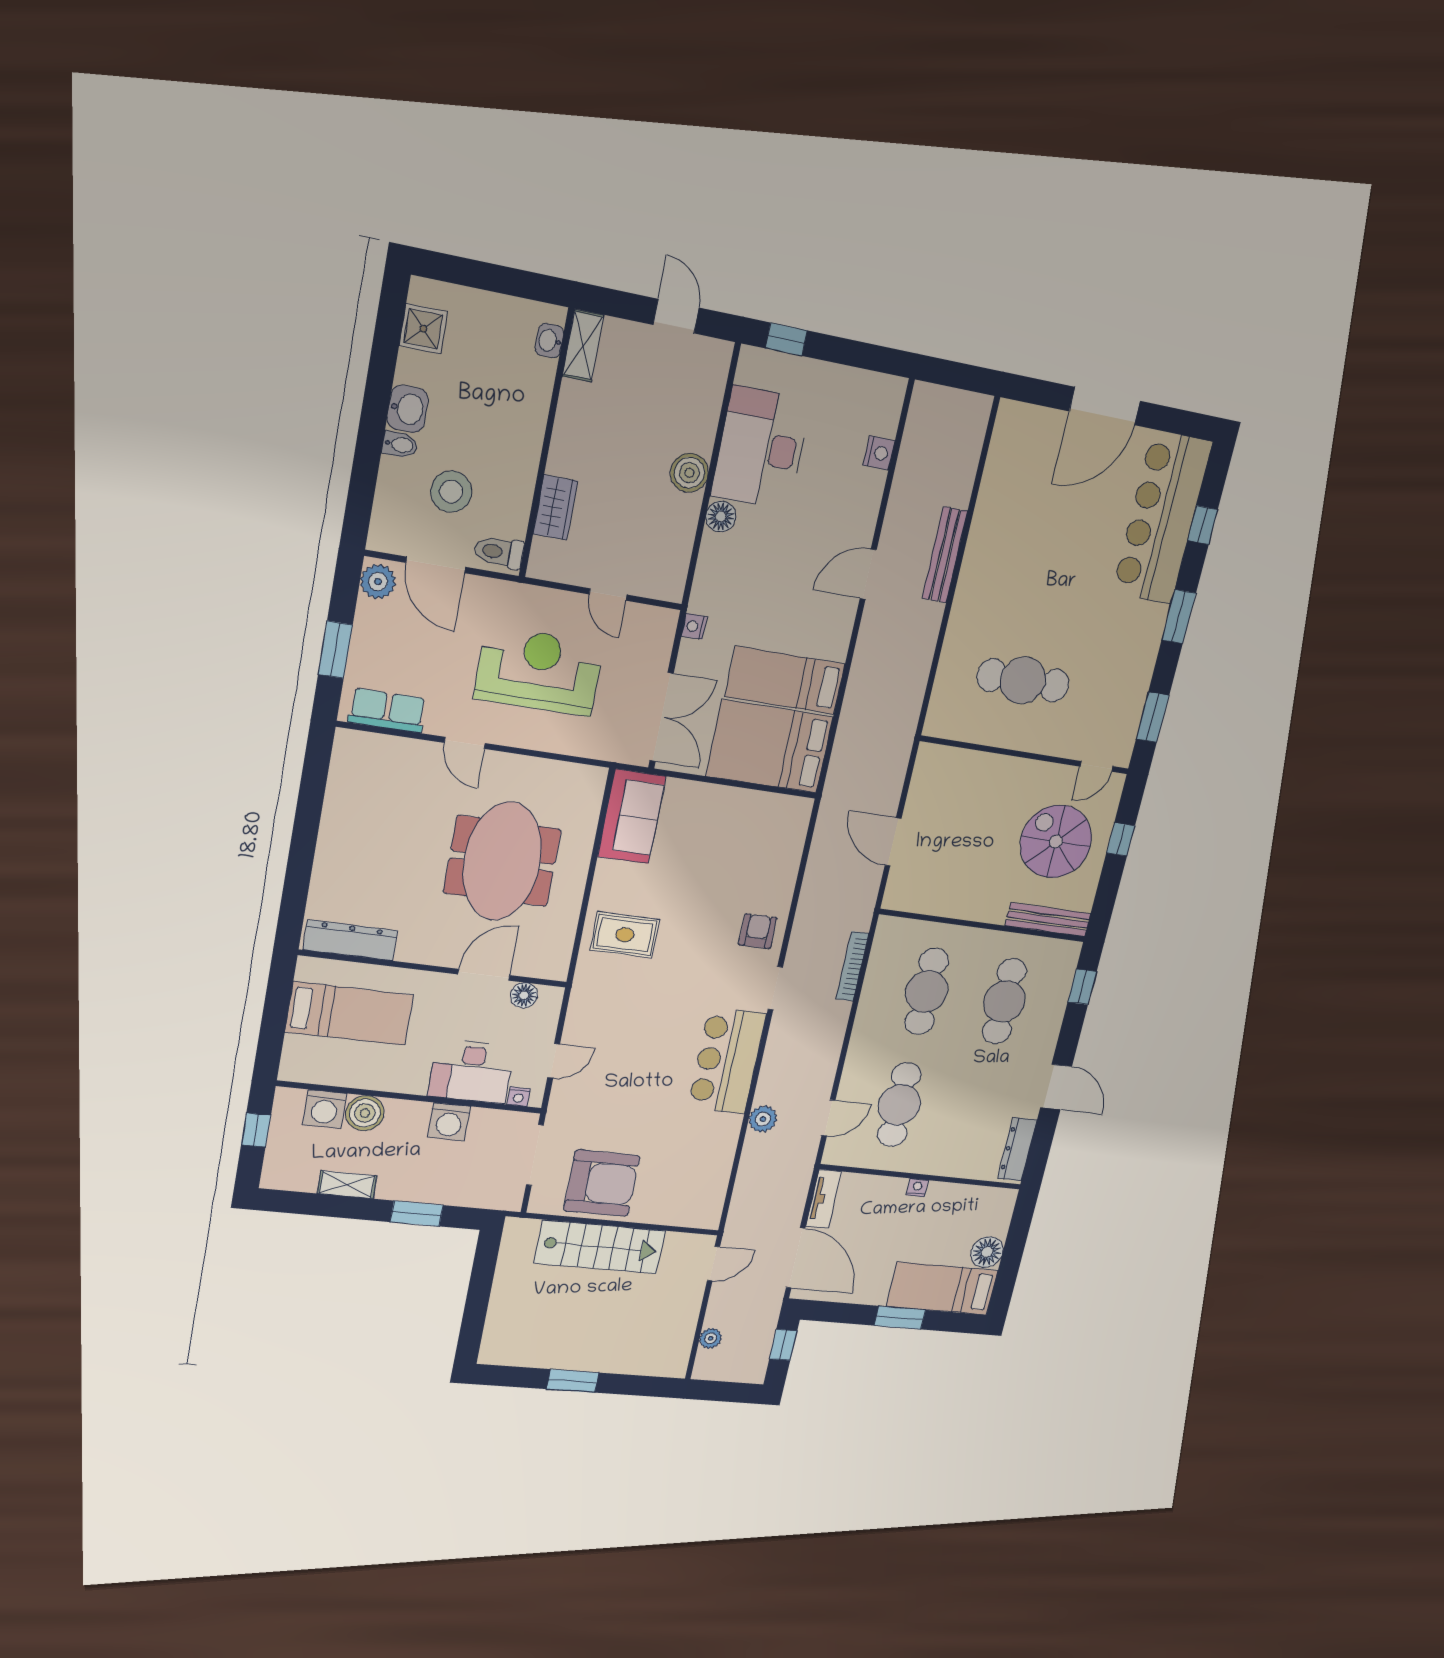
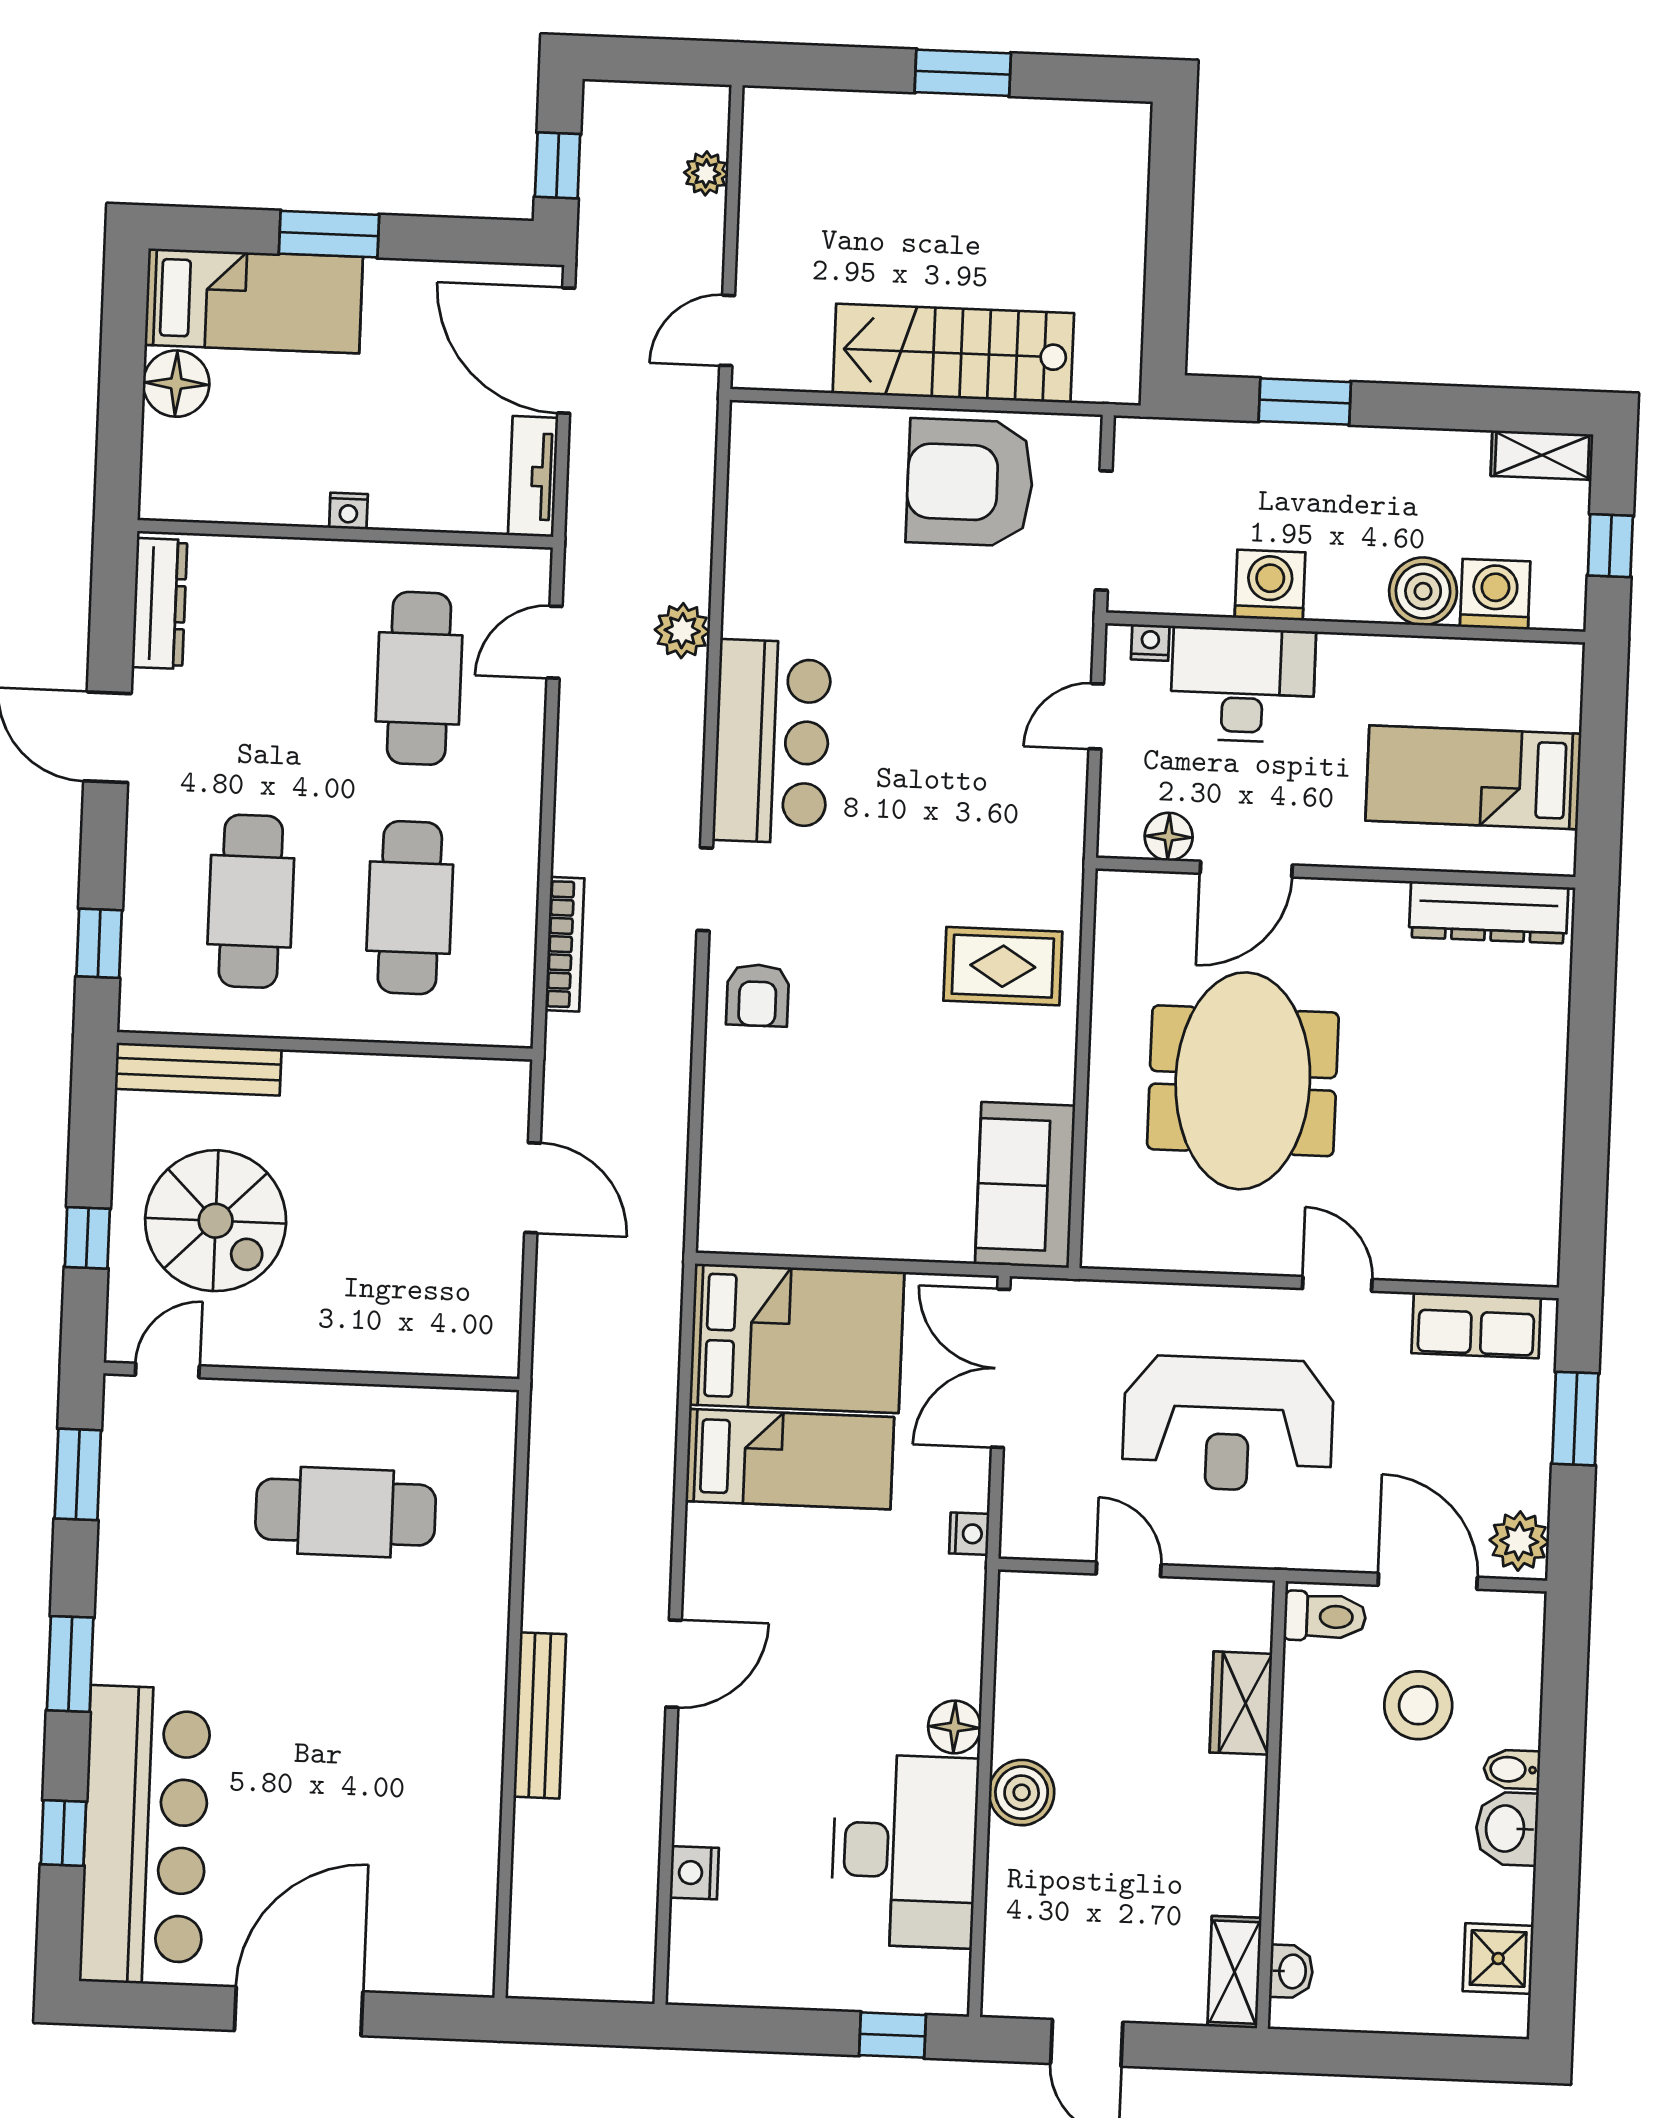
shelving: (347, 1185) -> (1542, 455), moved

